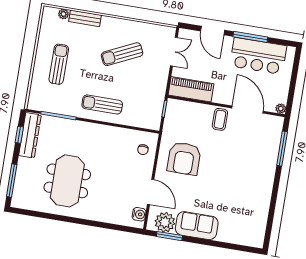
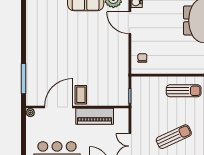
piano: (191, 89) -> (95, 116), moved
door: (248, 110) -> (59, 107), swing flipped
armchair: (184, 159) -> (106, 56), removed

